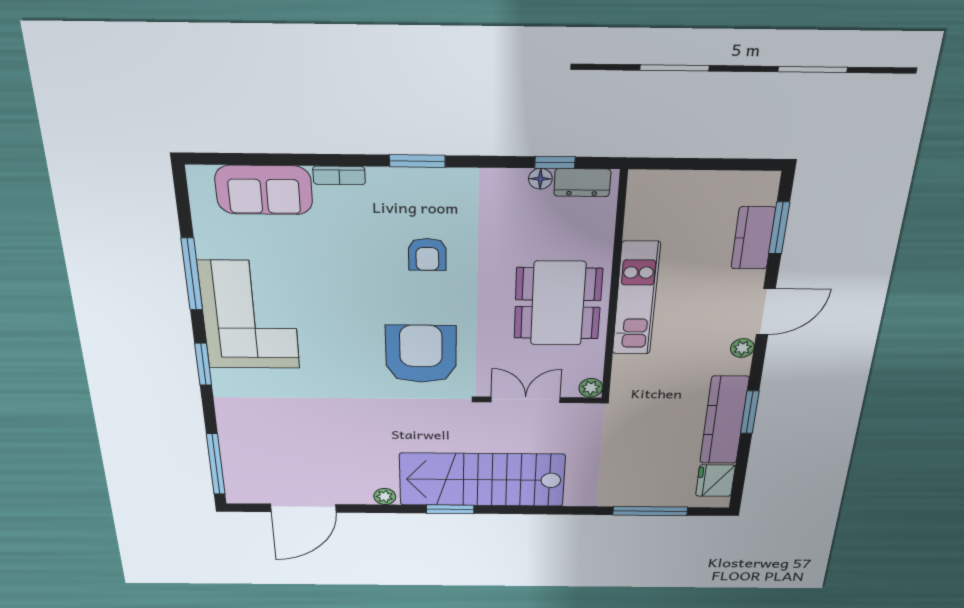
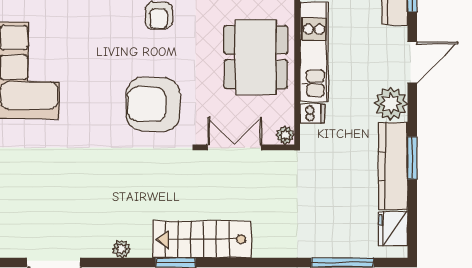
plant: (742, 348) -> (391, 104), width x1.88, depth x1.88
armchair: (421, 354) -> (153, 104), turned -88
dishwasher: (628, 366) -> (312, 114), added
stairs: (482, 480) -> (202, 239), width x0.73, depth x0.66

